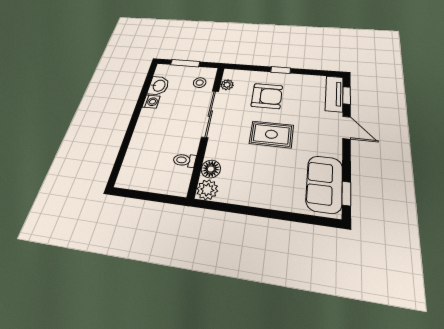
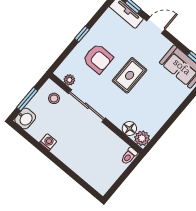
washbasin: (159, 86) -> (25, 118), moved, turned 90
armchair: (267, 96) -> (98, 59), turned 90
toilet: (184, 160) -> (129, 156), moved

